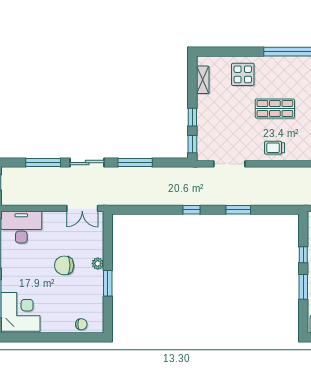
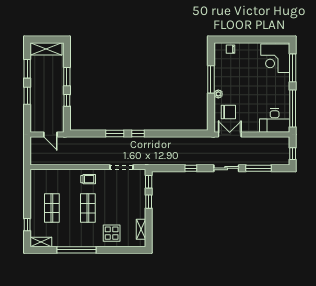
shop shelf: (275, 108) -> (88, 208), turned 90
window: (135, 163) -> (191, 168), width x0.46
window: (192, 210) -> (138, 133), moved
chair: (64, 265) -> (228, 112), moved
window: (108, 283) -> (211, 79), width x1.44

